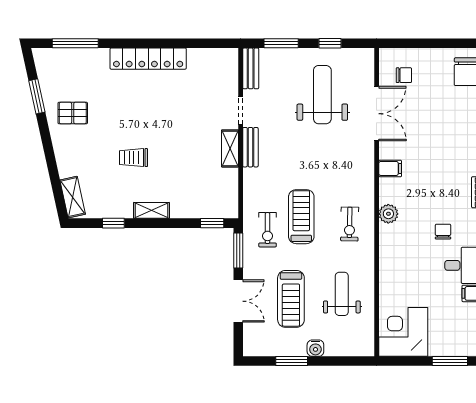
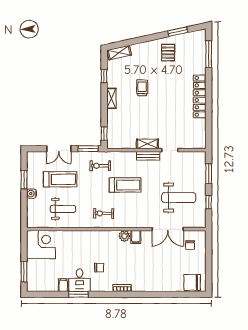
bench: (251, 68) -> (194, 156), removed
plant: (388, 214) -> (124, 236), moved
treadmill: (301, 217) -> (125, 185), moved
treadmill: (291, 299) -> (60, 179), turned 180

